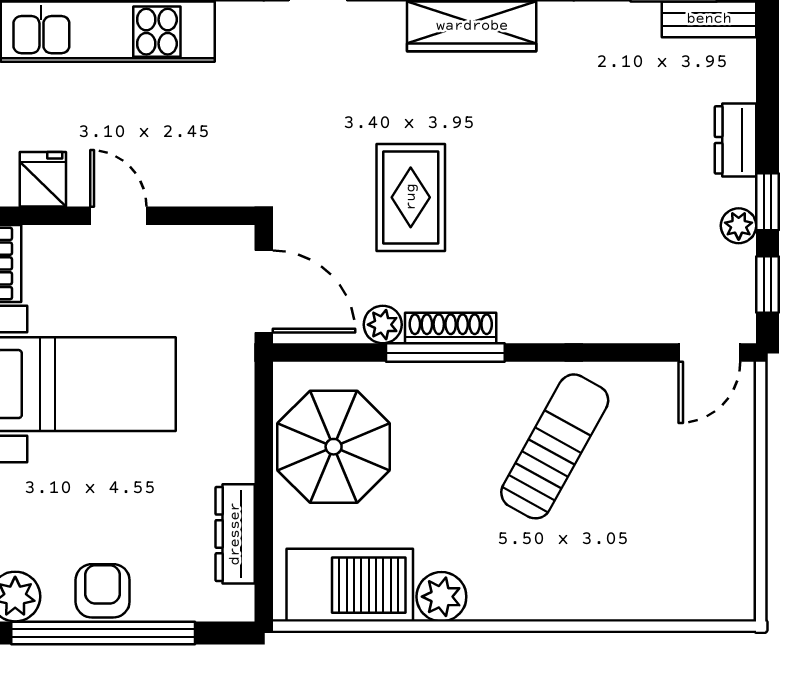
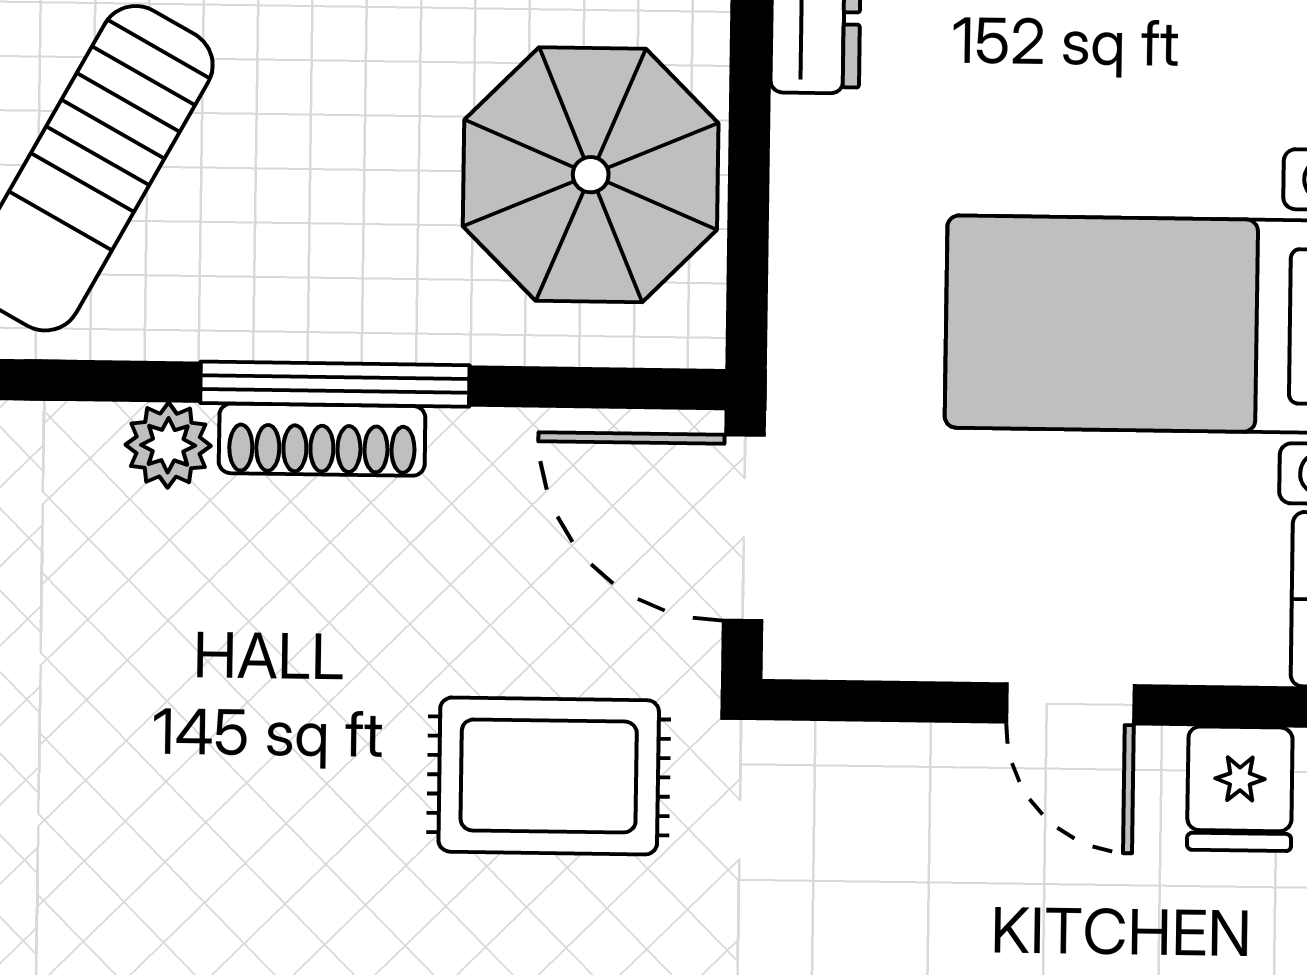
rug: (411, 197) -> (549, 776), moved, turned 90
plant: (383, 325) -> (168, 445), moved

